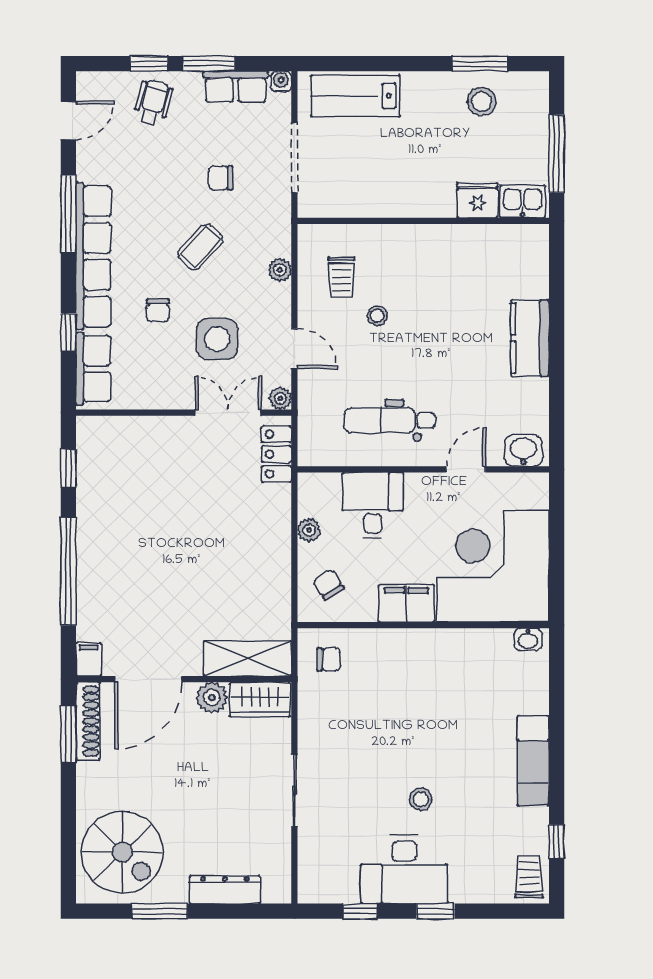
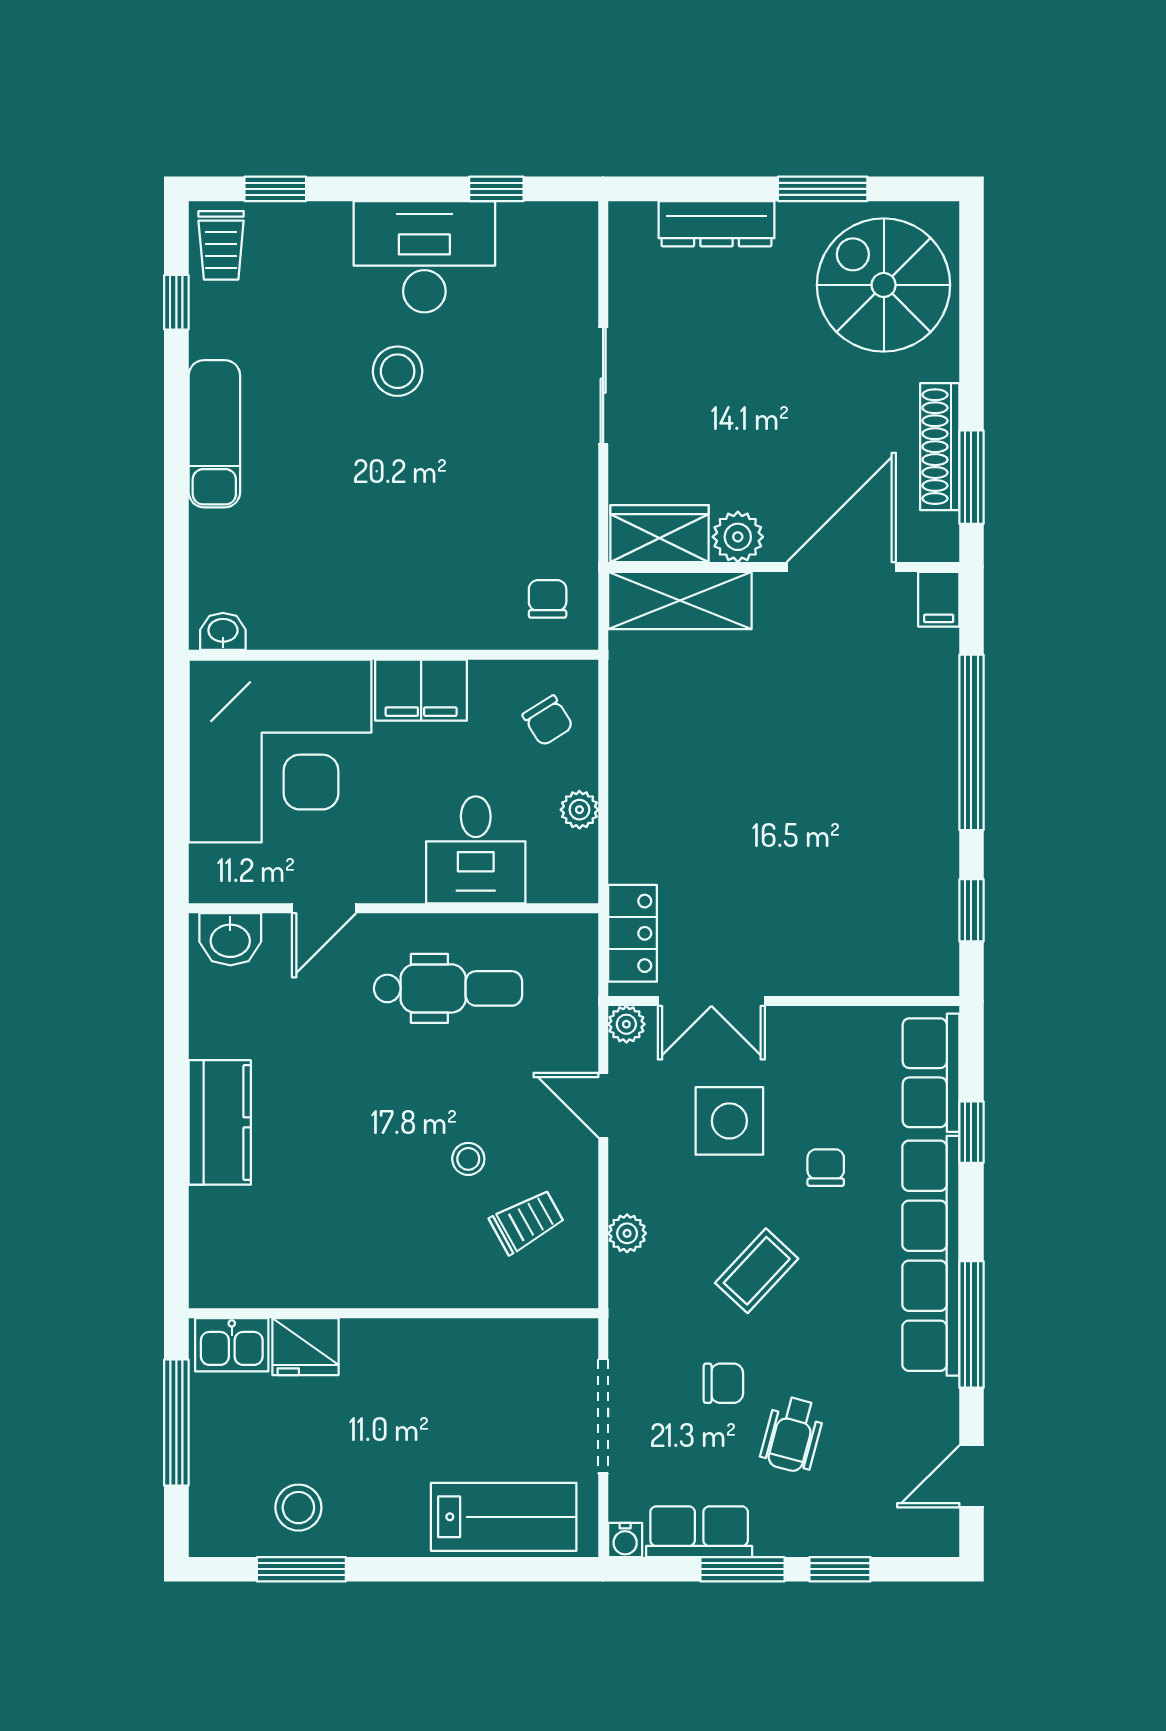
wheelchair: (153, 103) -> (792, 1434), moved
trolley: (341, 277) -> (527, 1221), turned 61
chair: (329, 660) -> (548, 599), turned 90
shoe rack: (88, 721) -> (940, 447), moved
stool: (421, 799) -> (398, 371), width x1.37, depth x1.37
window: (435, 911) -> (275, 189), moved

